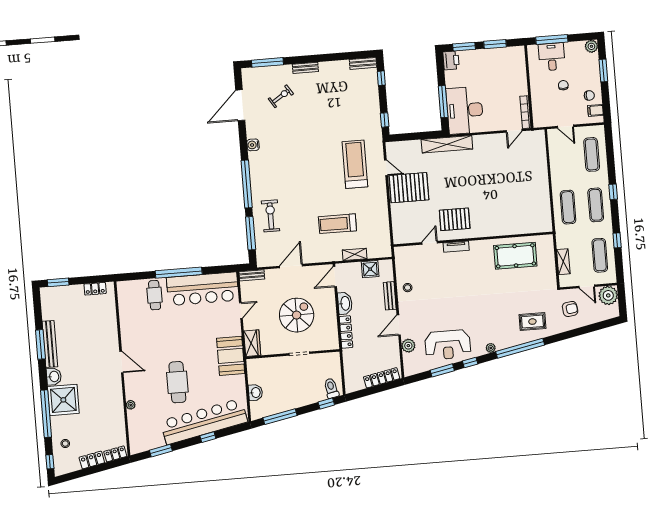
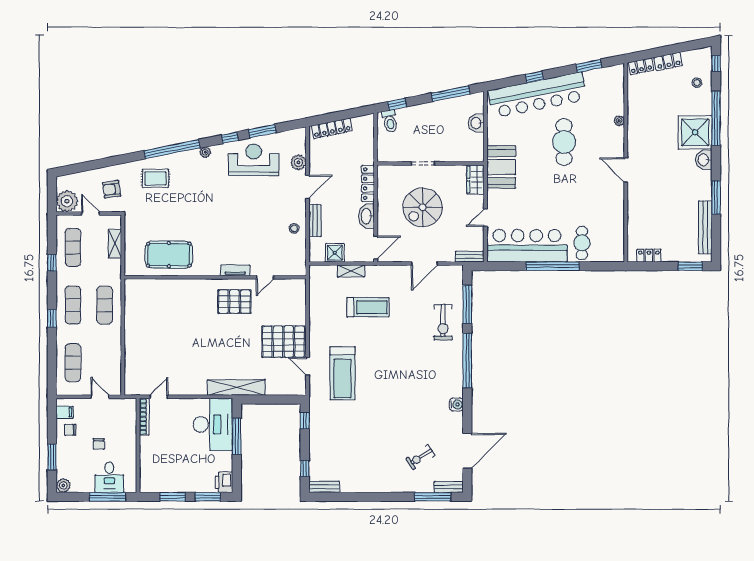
bench: (305, 68) -> (449, 487), moved
bench: (50, 344) -> (705, 227), moved

